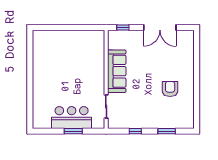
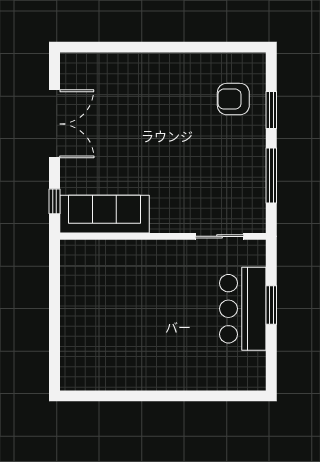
sofa: (117, 71) -> (104, 214), moved
armchair: (170, 89) -> (233, 99), moved
window: (135, 131) -> (271, 175), width x2.17

